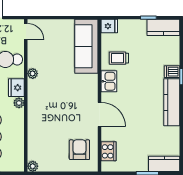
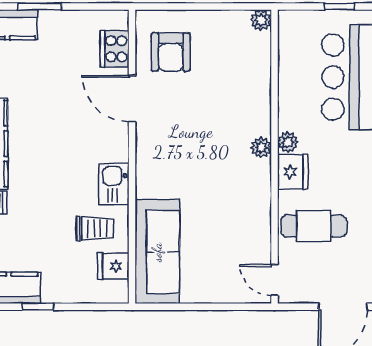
fridge: (109, 26) -> (113, 266), moved
plant: (33, 74) -> (261, 148), moved
door: (100, 114) -> (132, 98), moved

